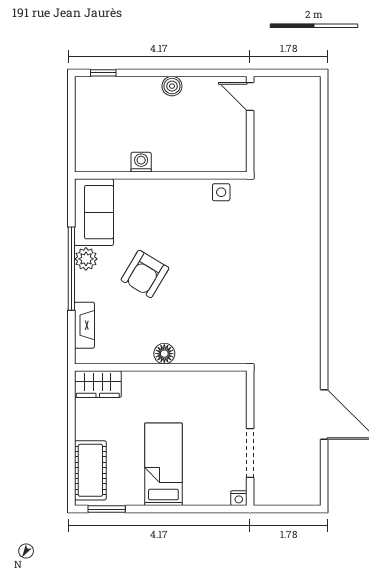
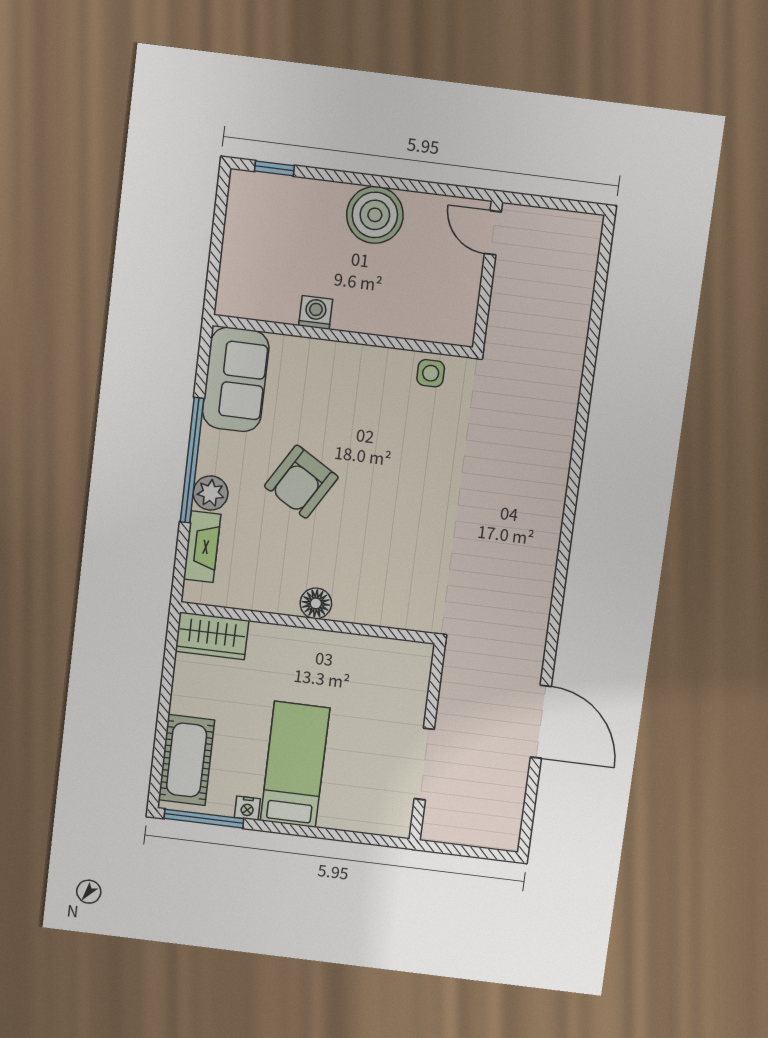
boiler: (172, 86) -> (375, 215), width x1.86, depth x1.86
plant: (86, 259) -> (211, 493), moved
nightstand: (239, 498) -> (247, 808), moved
window: (107, 509) -> (204, 819), width x1.44

